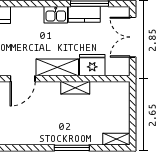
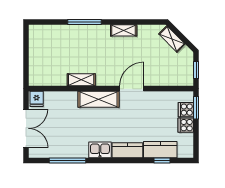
kitchen counter: (84, 14) -> (127, 150), moved
fridge: (92, 65) -> (37, 99), moved, width x0.53, depth x0.75
shelving: (116, 139) -> (124, 30), moved

